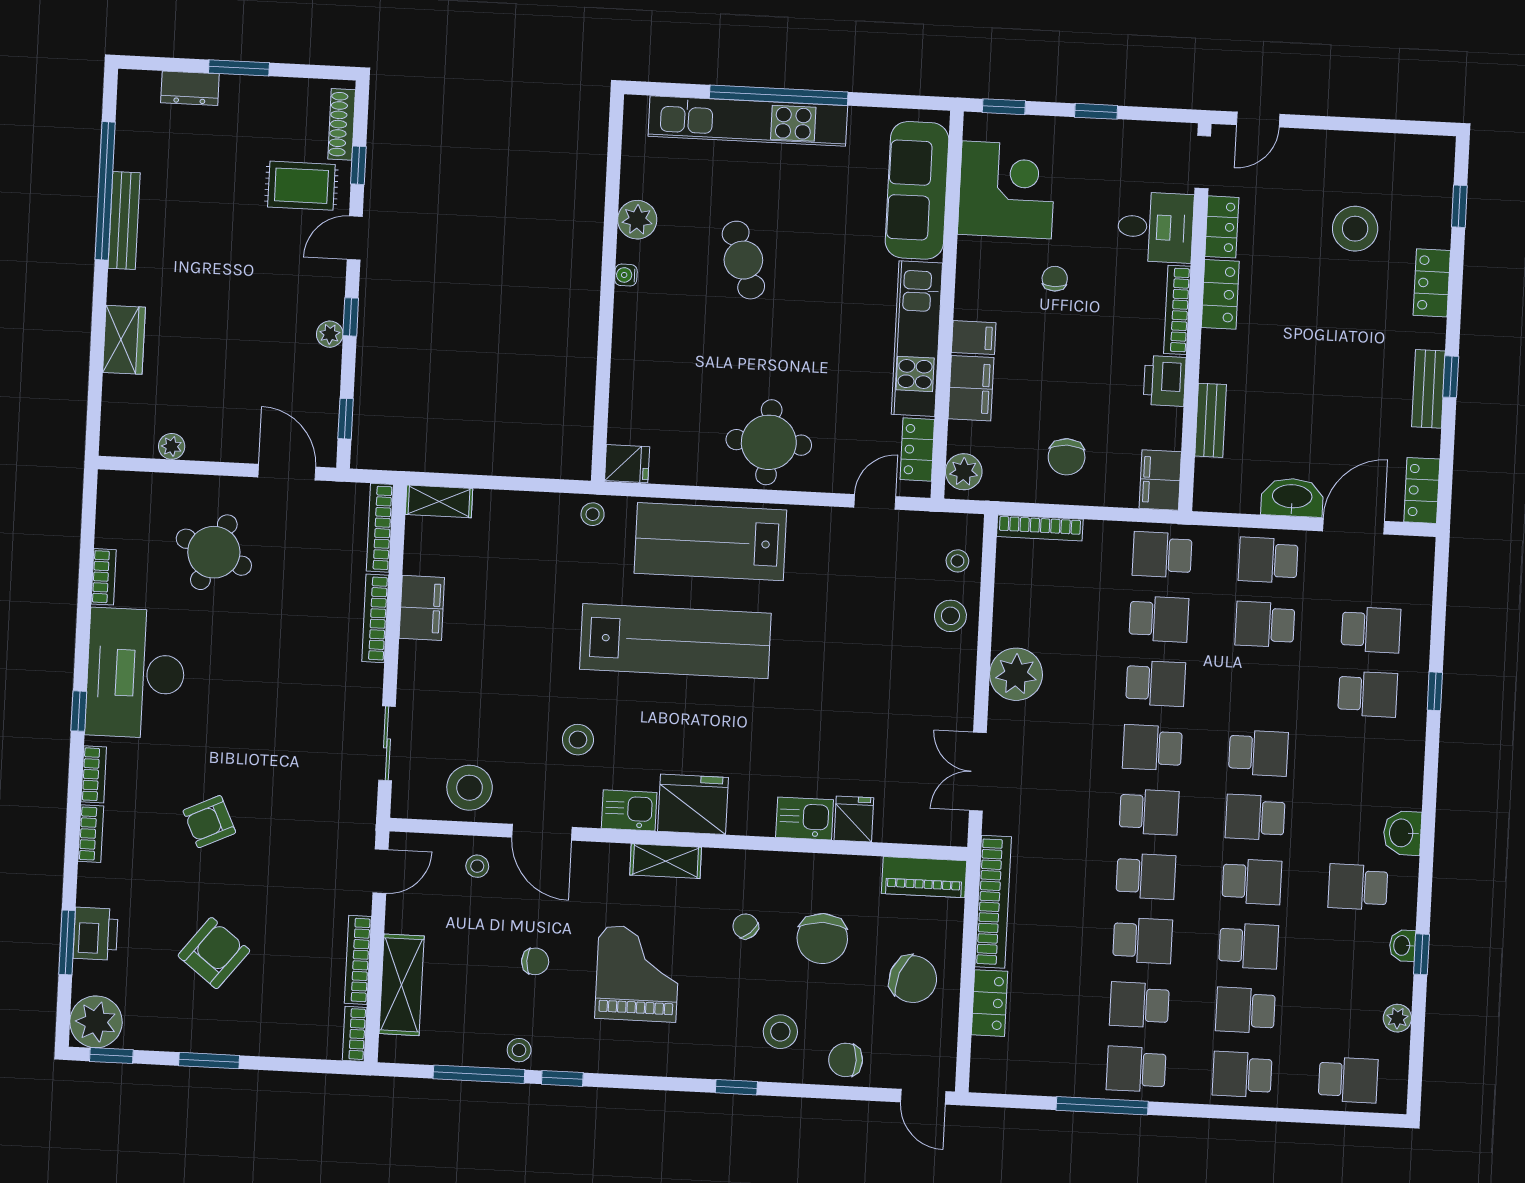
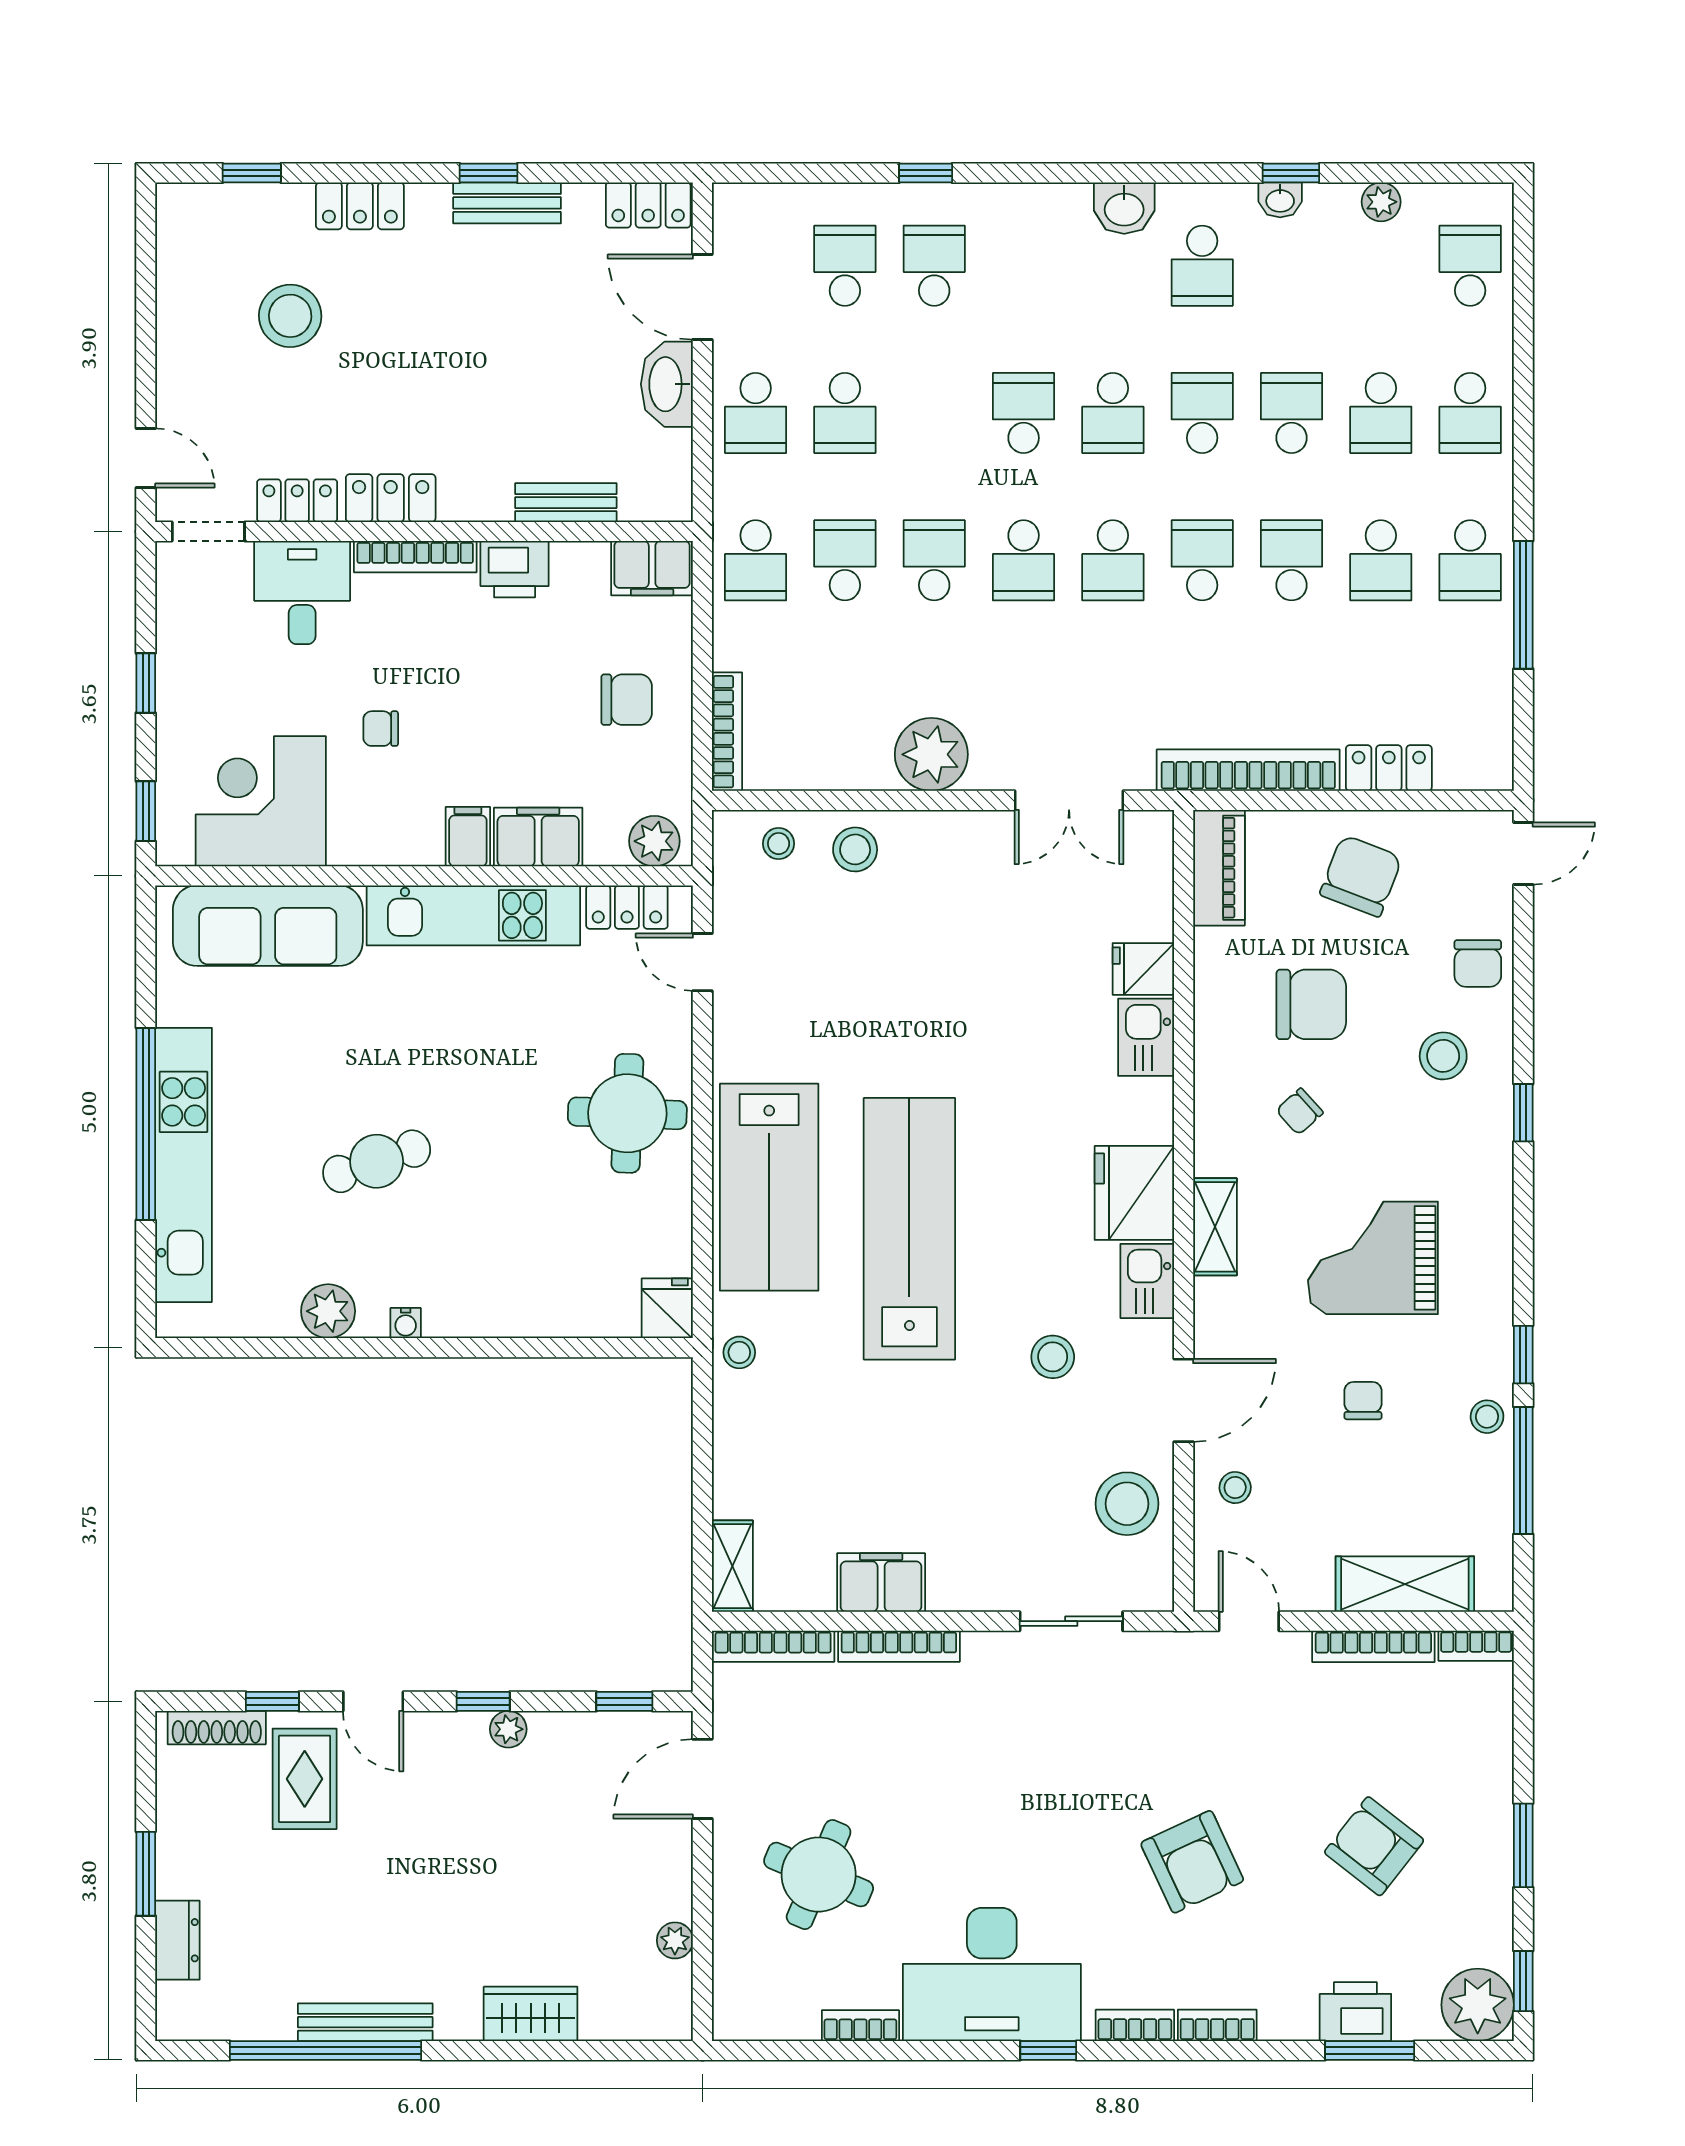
school desk: (1149, 812) -> (1113, 560), turned 180
armchair: (209, 822) -> (1192, 1862), width x1.38, depth x1.38

